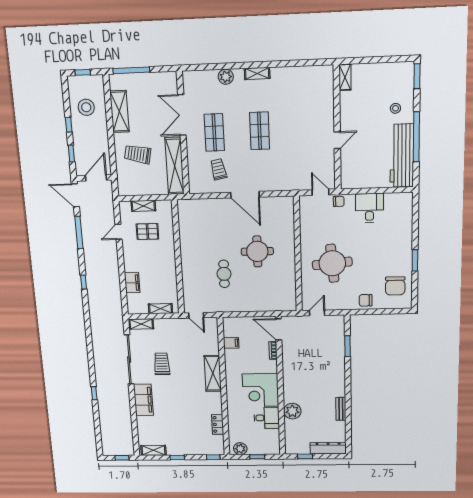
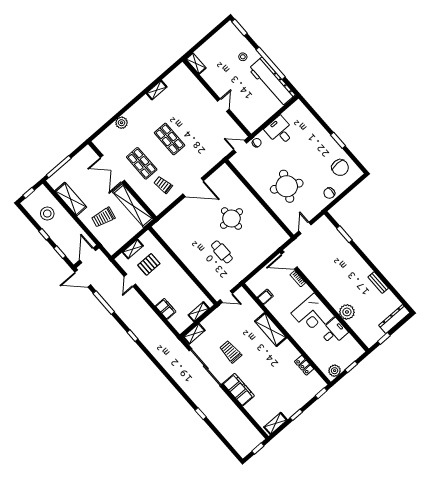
shelving: (257, 73) -> (157, 90), moved
round table: (332, 263) -> (287, 186), turned 32

